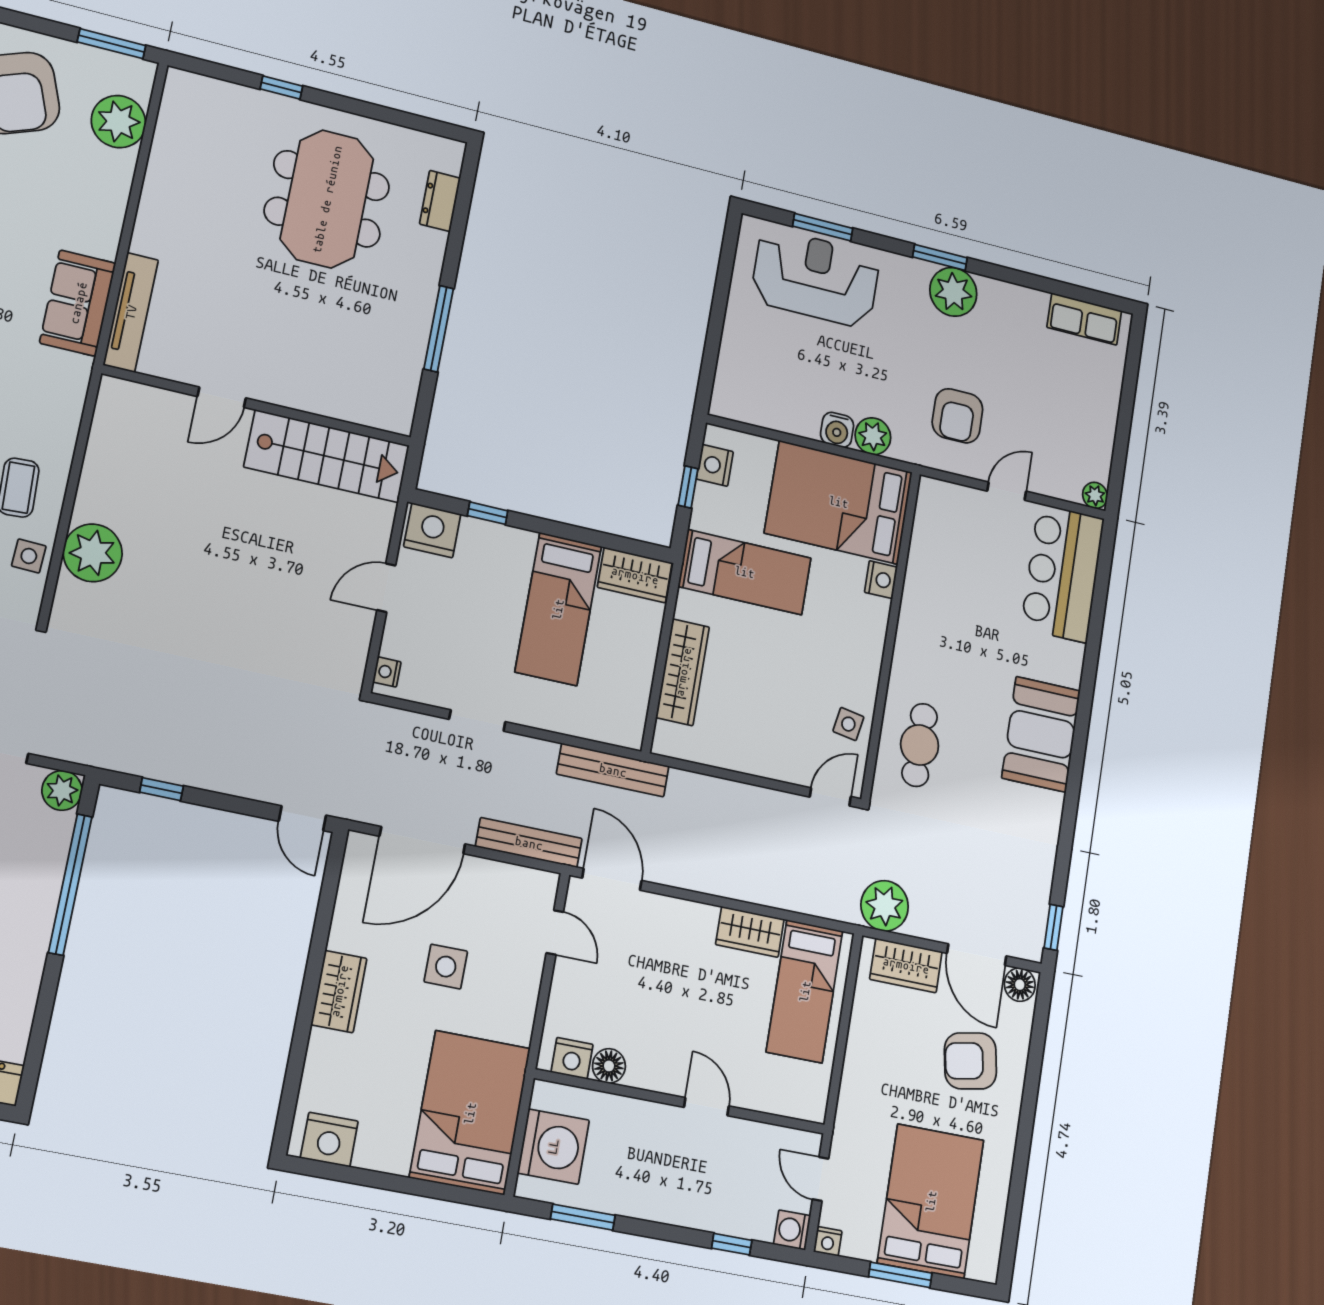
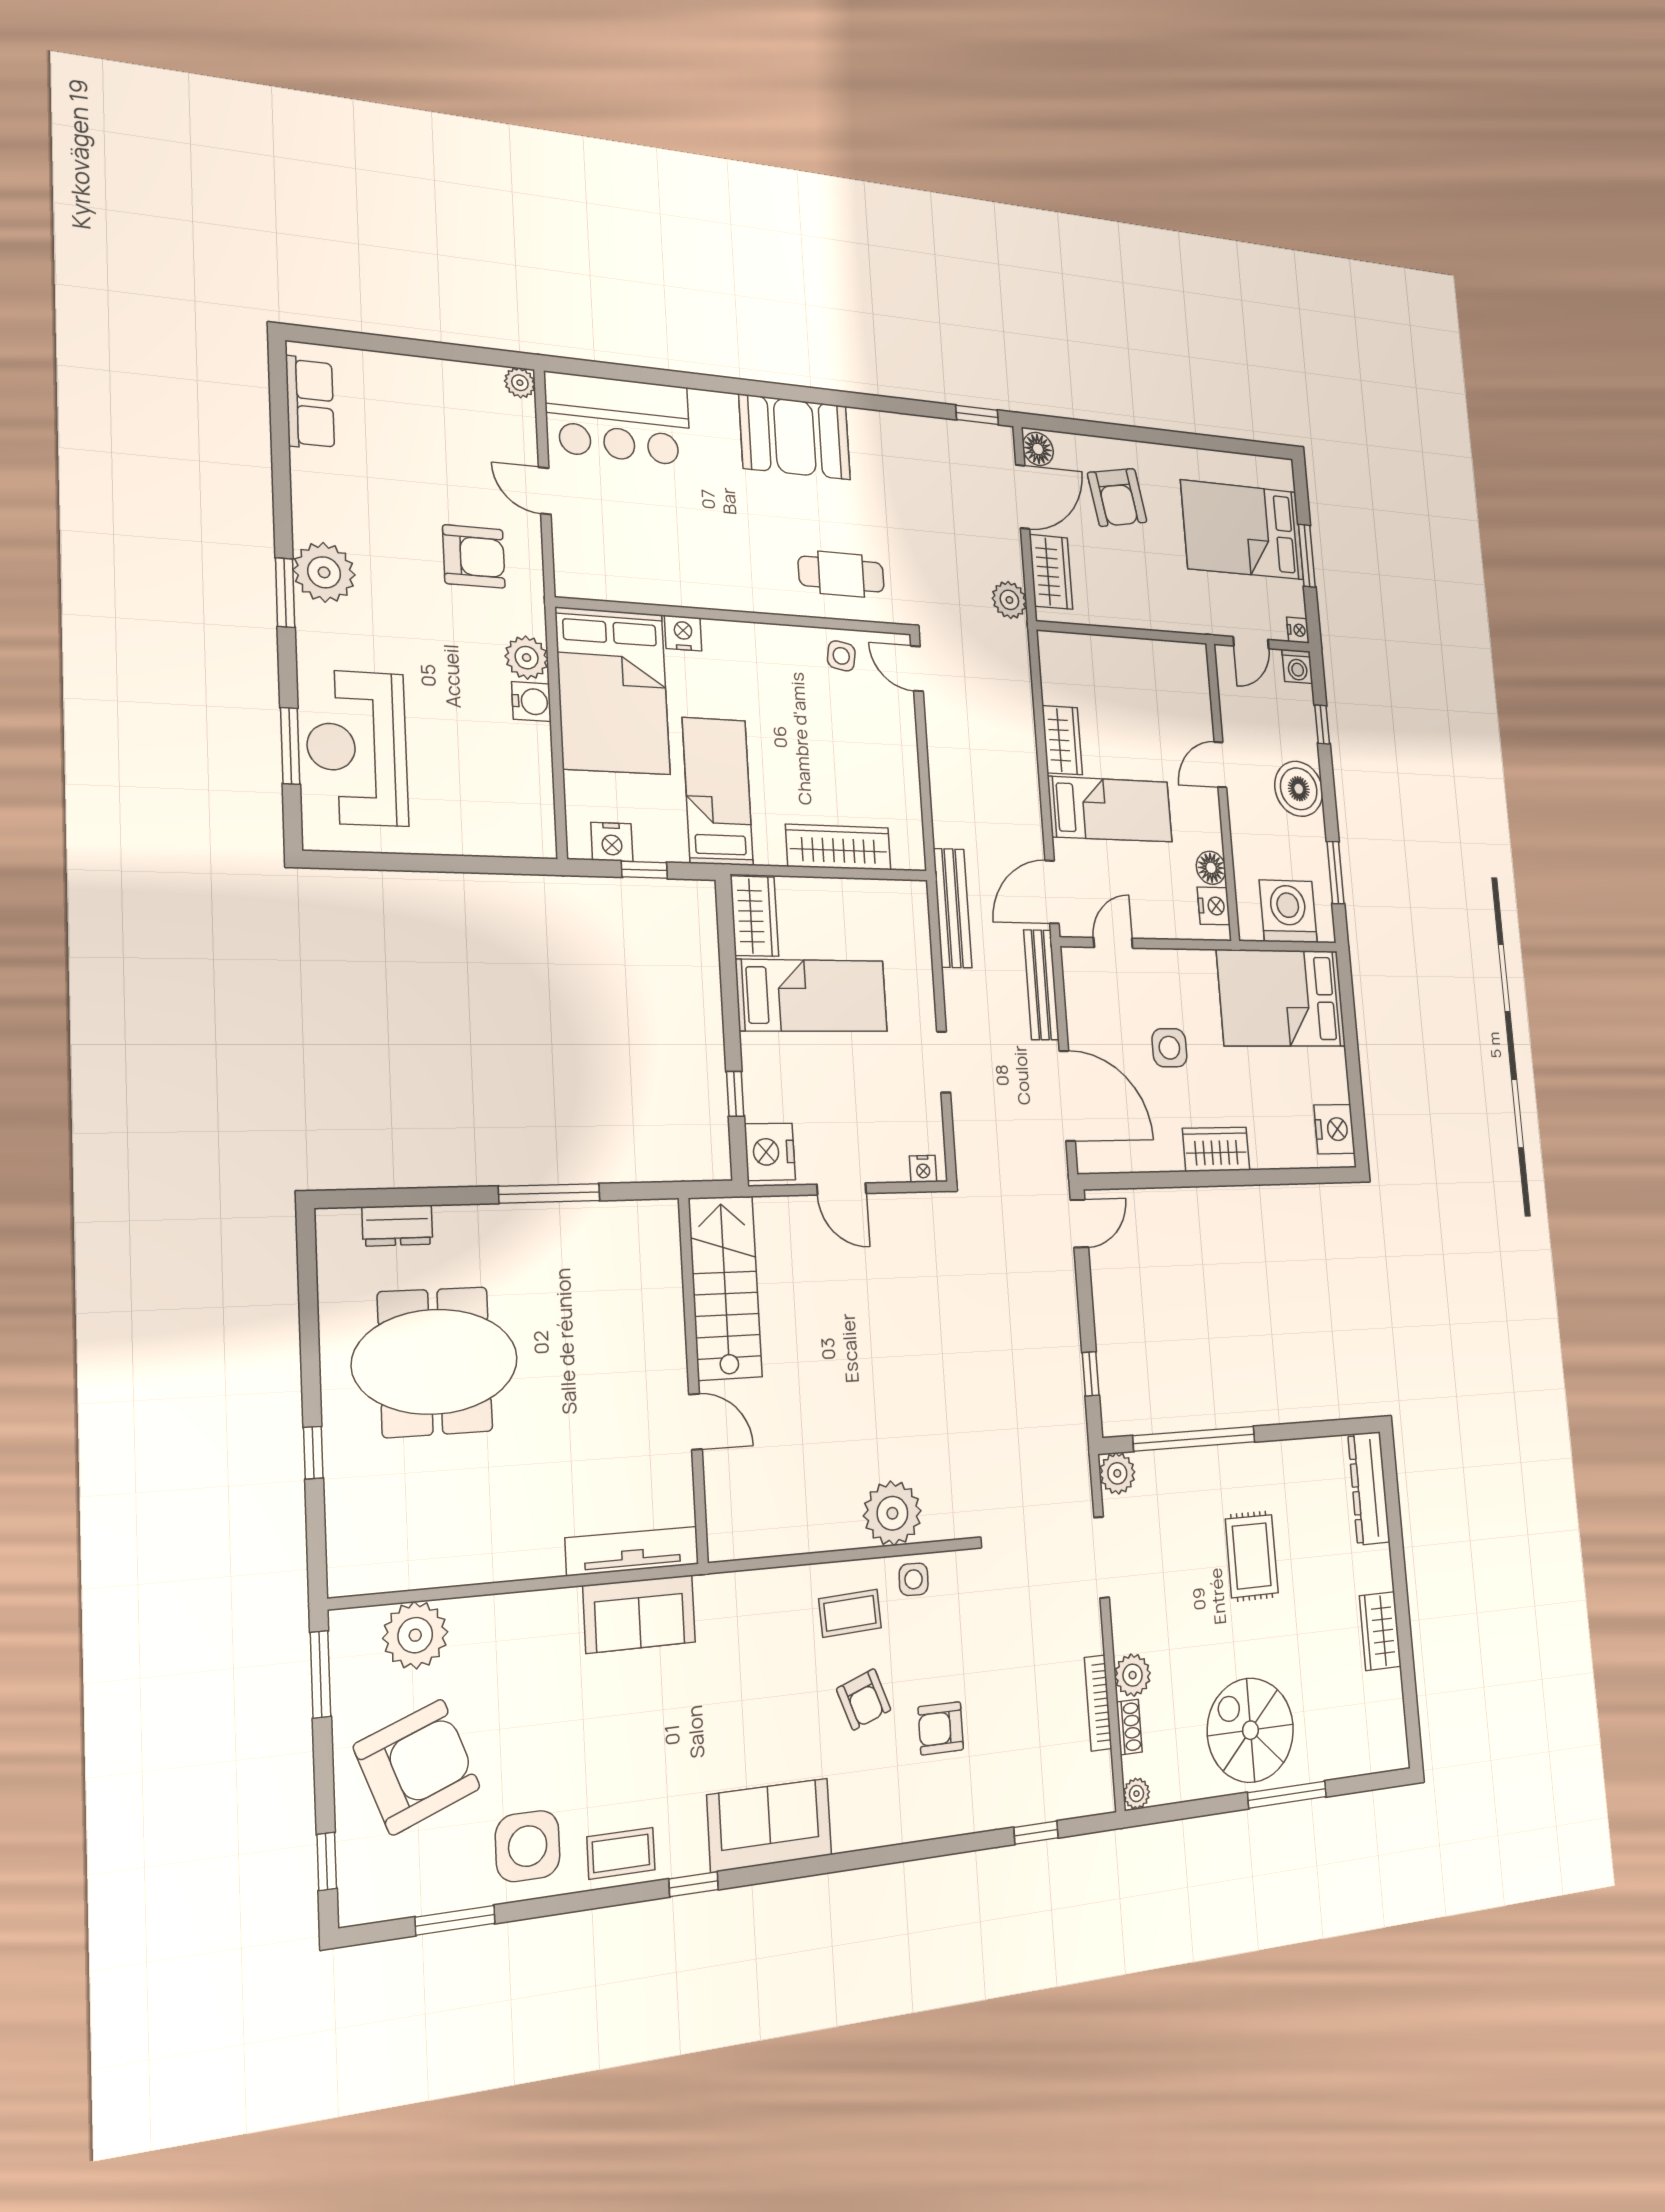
plant: (885, 906) -> (1009, 600), width x0.73, depth x0.73
bed: (805, 991) -> (1110, 809), moved
boiler: (672, 1196) -> (1299, 789), added

